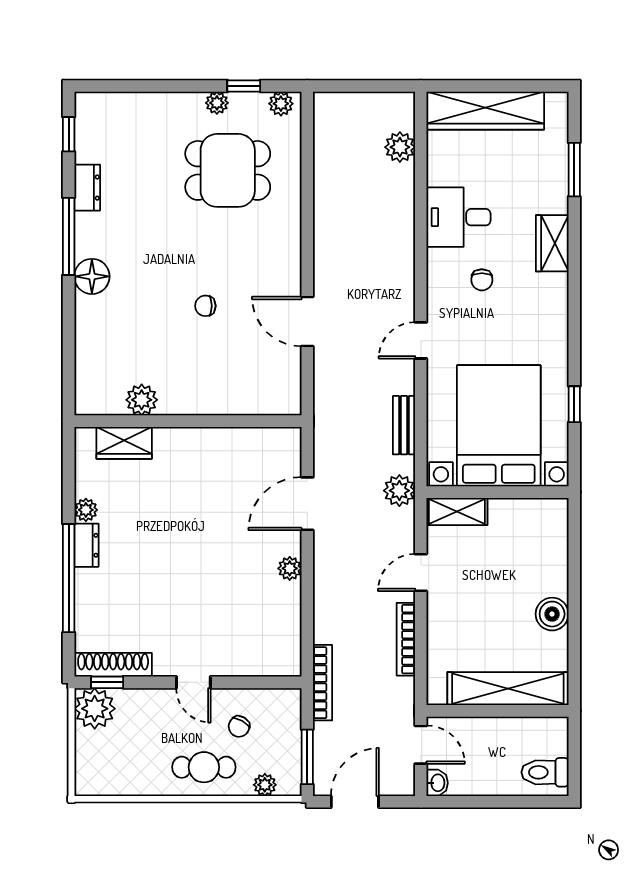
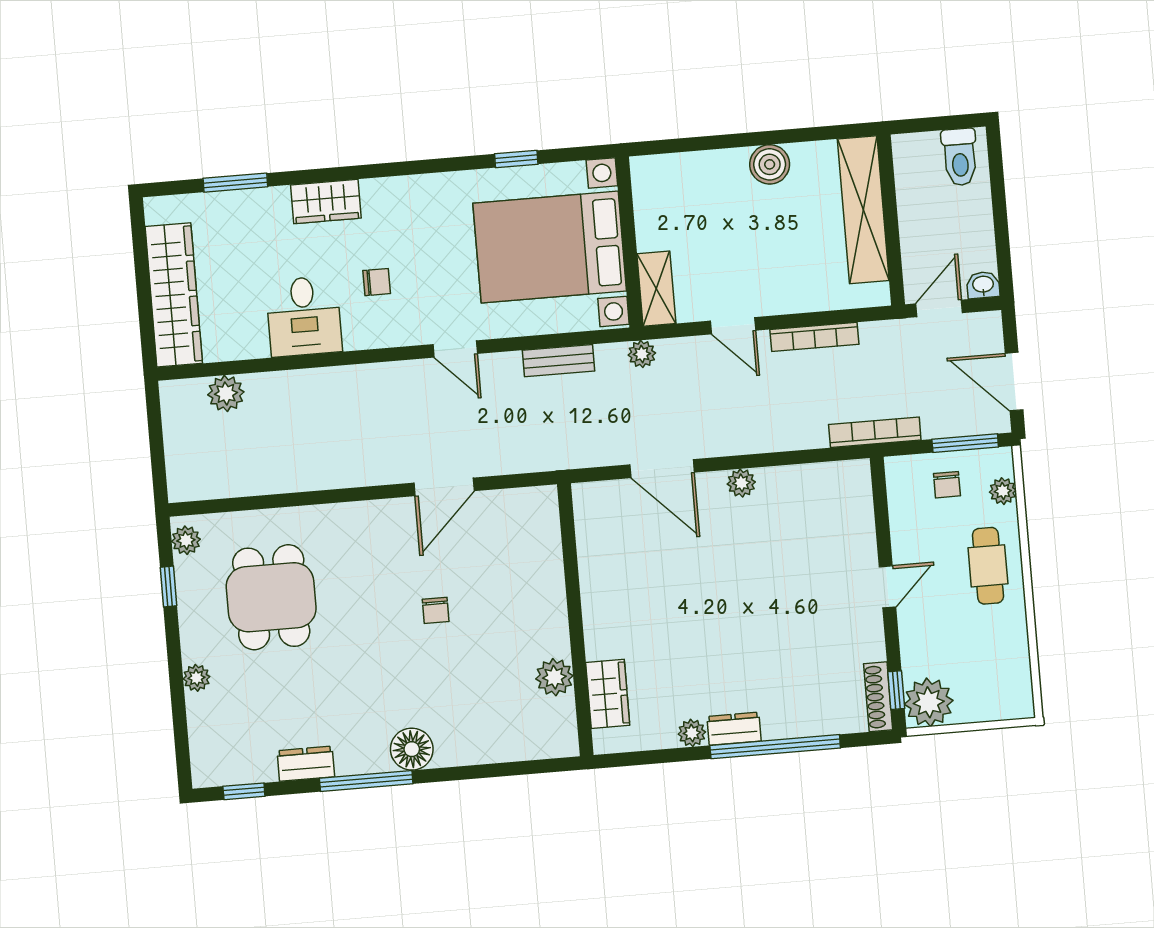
plant: (217, 103) -> (197, 678), moved
plant: (399, 491) -> (642, 354), width x0.73, depth x0.73
shoe rack: (113, 665) -> (878, 697), width x0.74, depth x0.81
chair: (239, 727) -> (947, 485), moved, turned 60

